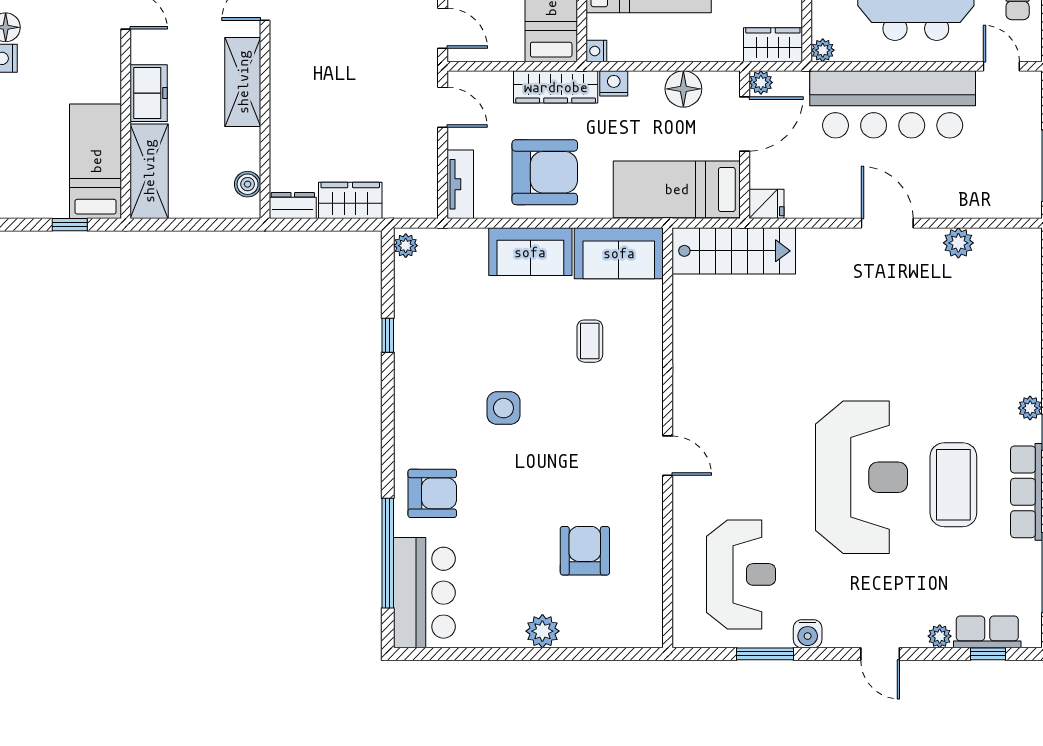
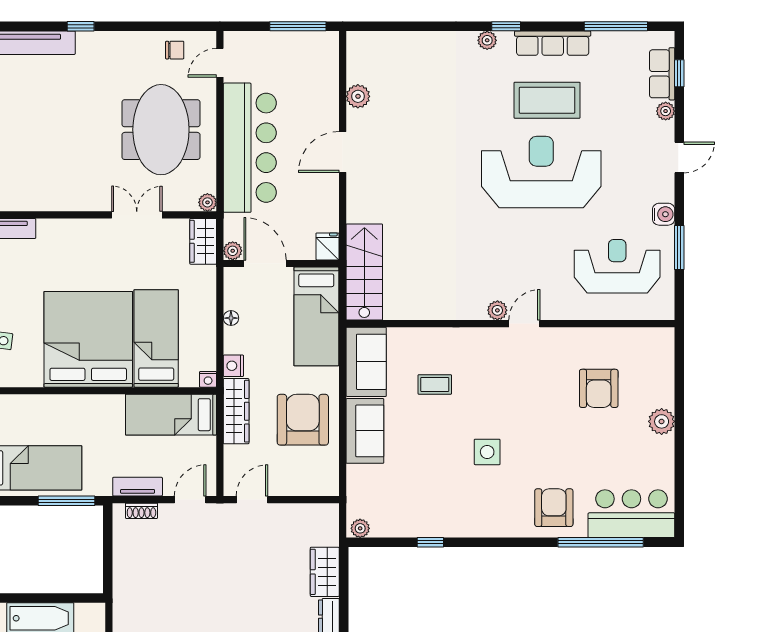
floor lamp: (683, 89) -> (231, 318), width x0.53, depth x0.53
tv unit: (460, 184) -> (312, 486), removed
plant: (685, 421) -> (497, 310), added
armchair: (585, 551) -> (599, 388), turned -90

